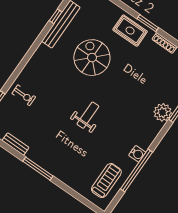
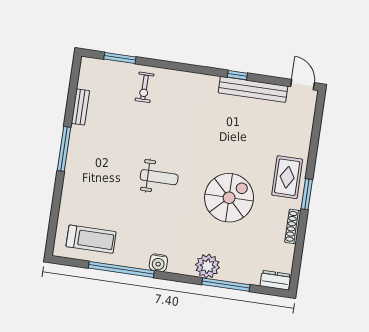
window: (56, 16) -> (237, 75), moved
spiral stairs: (92, 58) -> (229, 198), moved
water cooler: (137, 154) -> (158, 263), moved

